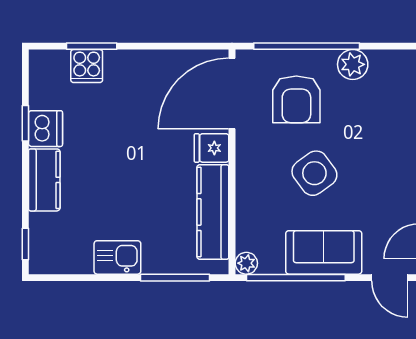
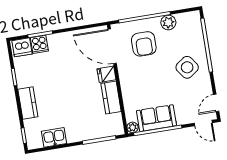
door: (232, 94) -> (112, 46), hinge flipped
dishwasher: (45, 129) -> (22, 47), moved, turned 90
side table: (314, 173) -> (187, 67), moved
kitchen counter: (213, 212) -> (111, 98), width x0.67
sofa: (324, 252) -> (156, 118), moved
kitchen sink: (117, 257) -> (54, 137), moved

